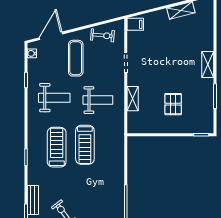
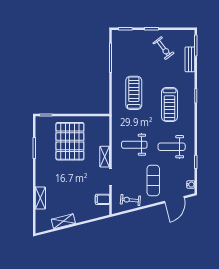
filing cabinet: (135, 24) -> (102, 199), moved
shelving: (208, 65) -> (40, 198), moved
shelving: (133, 99) -> (105, 157), moved
pallet: (173, 104) -> (70, 141), width x2.05, depth x2.00
treadmill: (85, 145) -> (134, 93), moved

